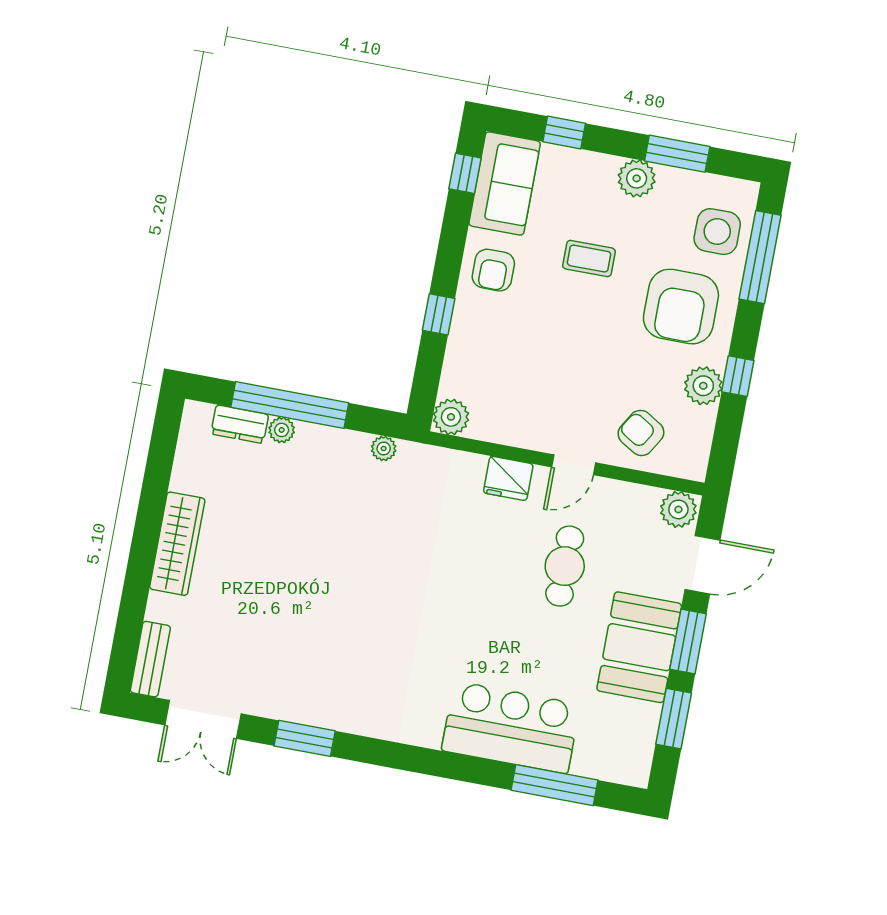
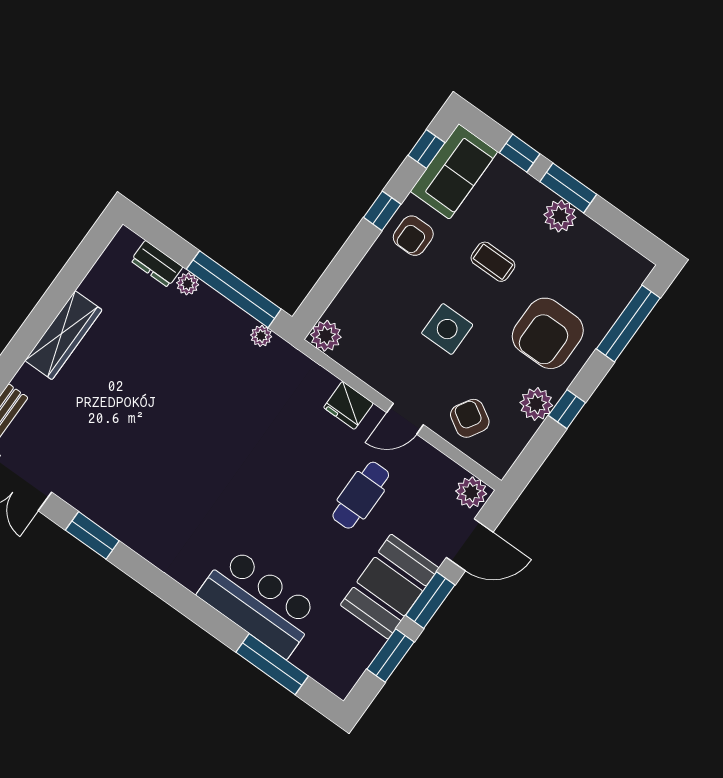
window: (677, 154) -> (568, 188), moved
side table: (717, 232) -> (447, 329), moved
window: (439, 314) -> (382, 211), moved
window: (290, 405) -> (234, 289), moved

